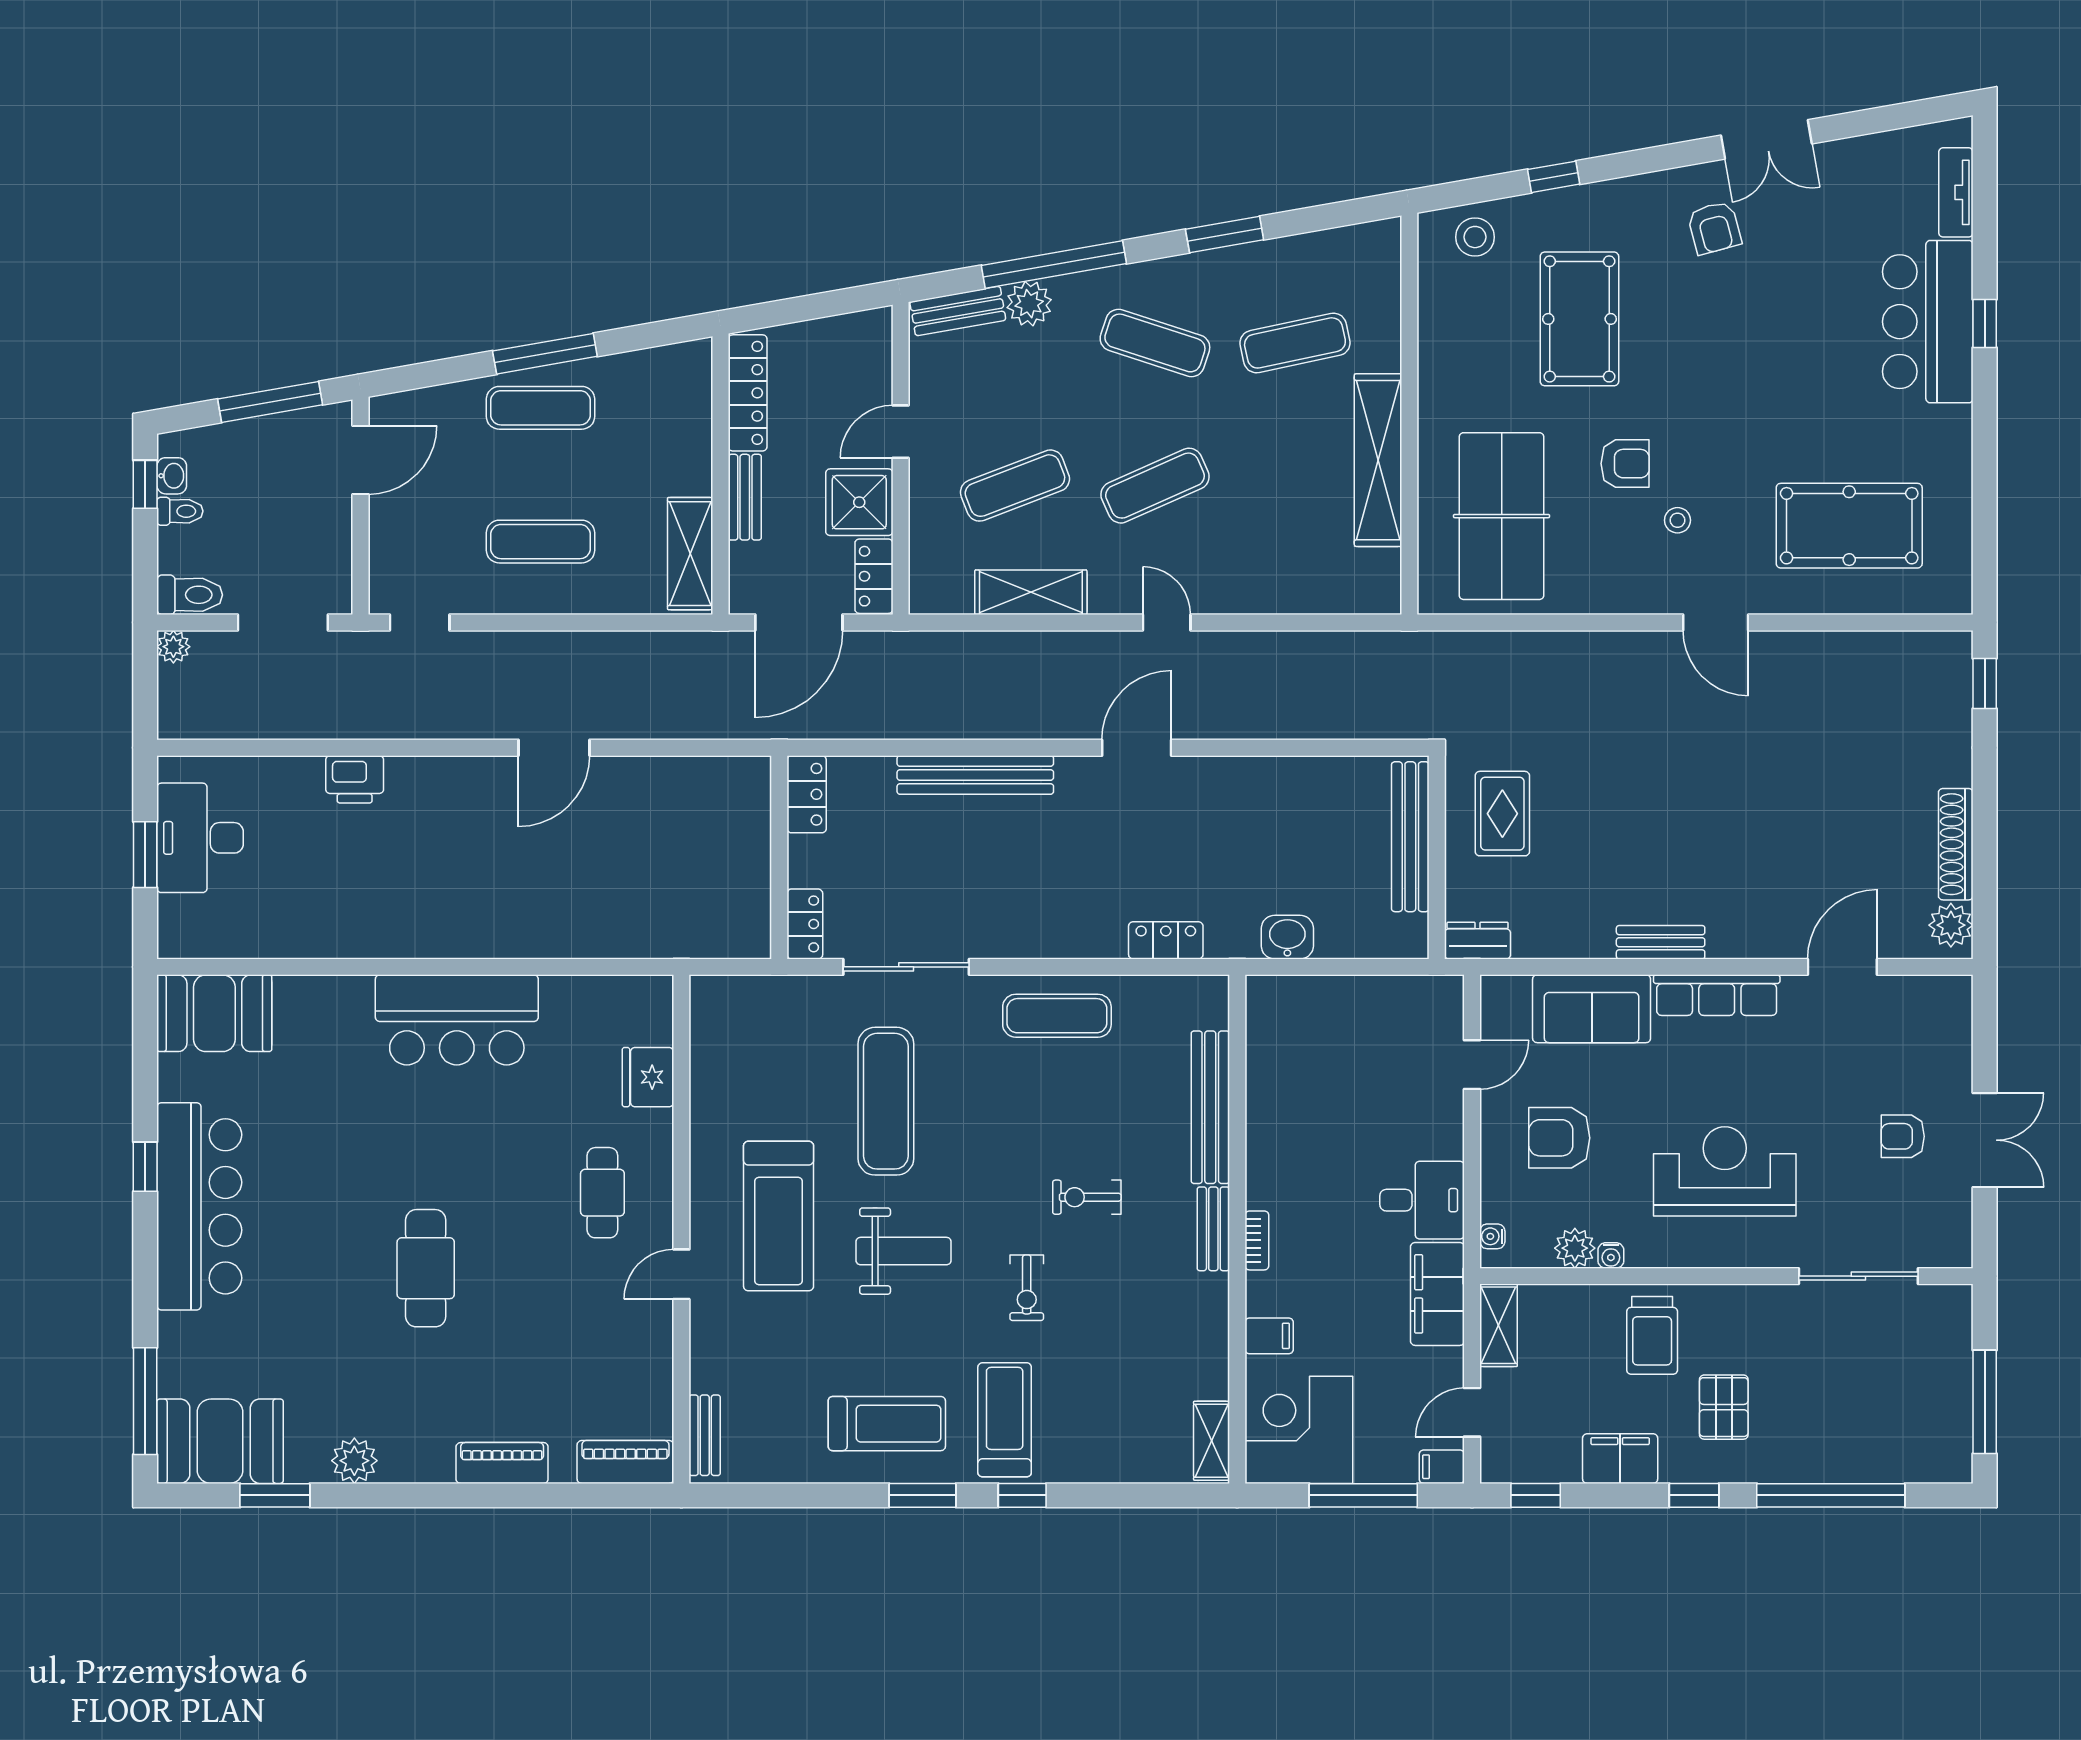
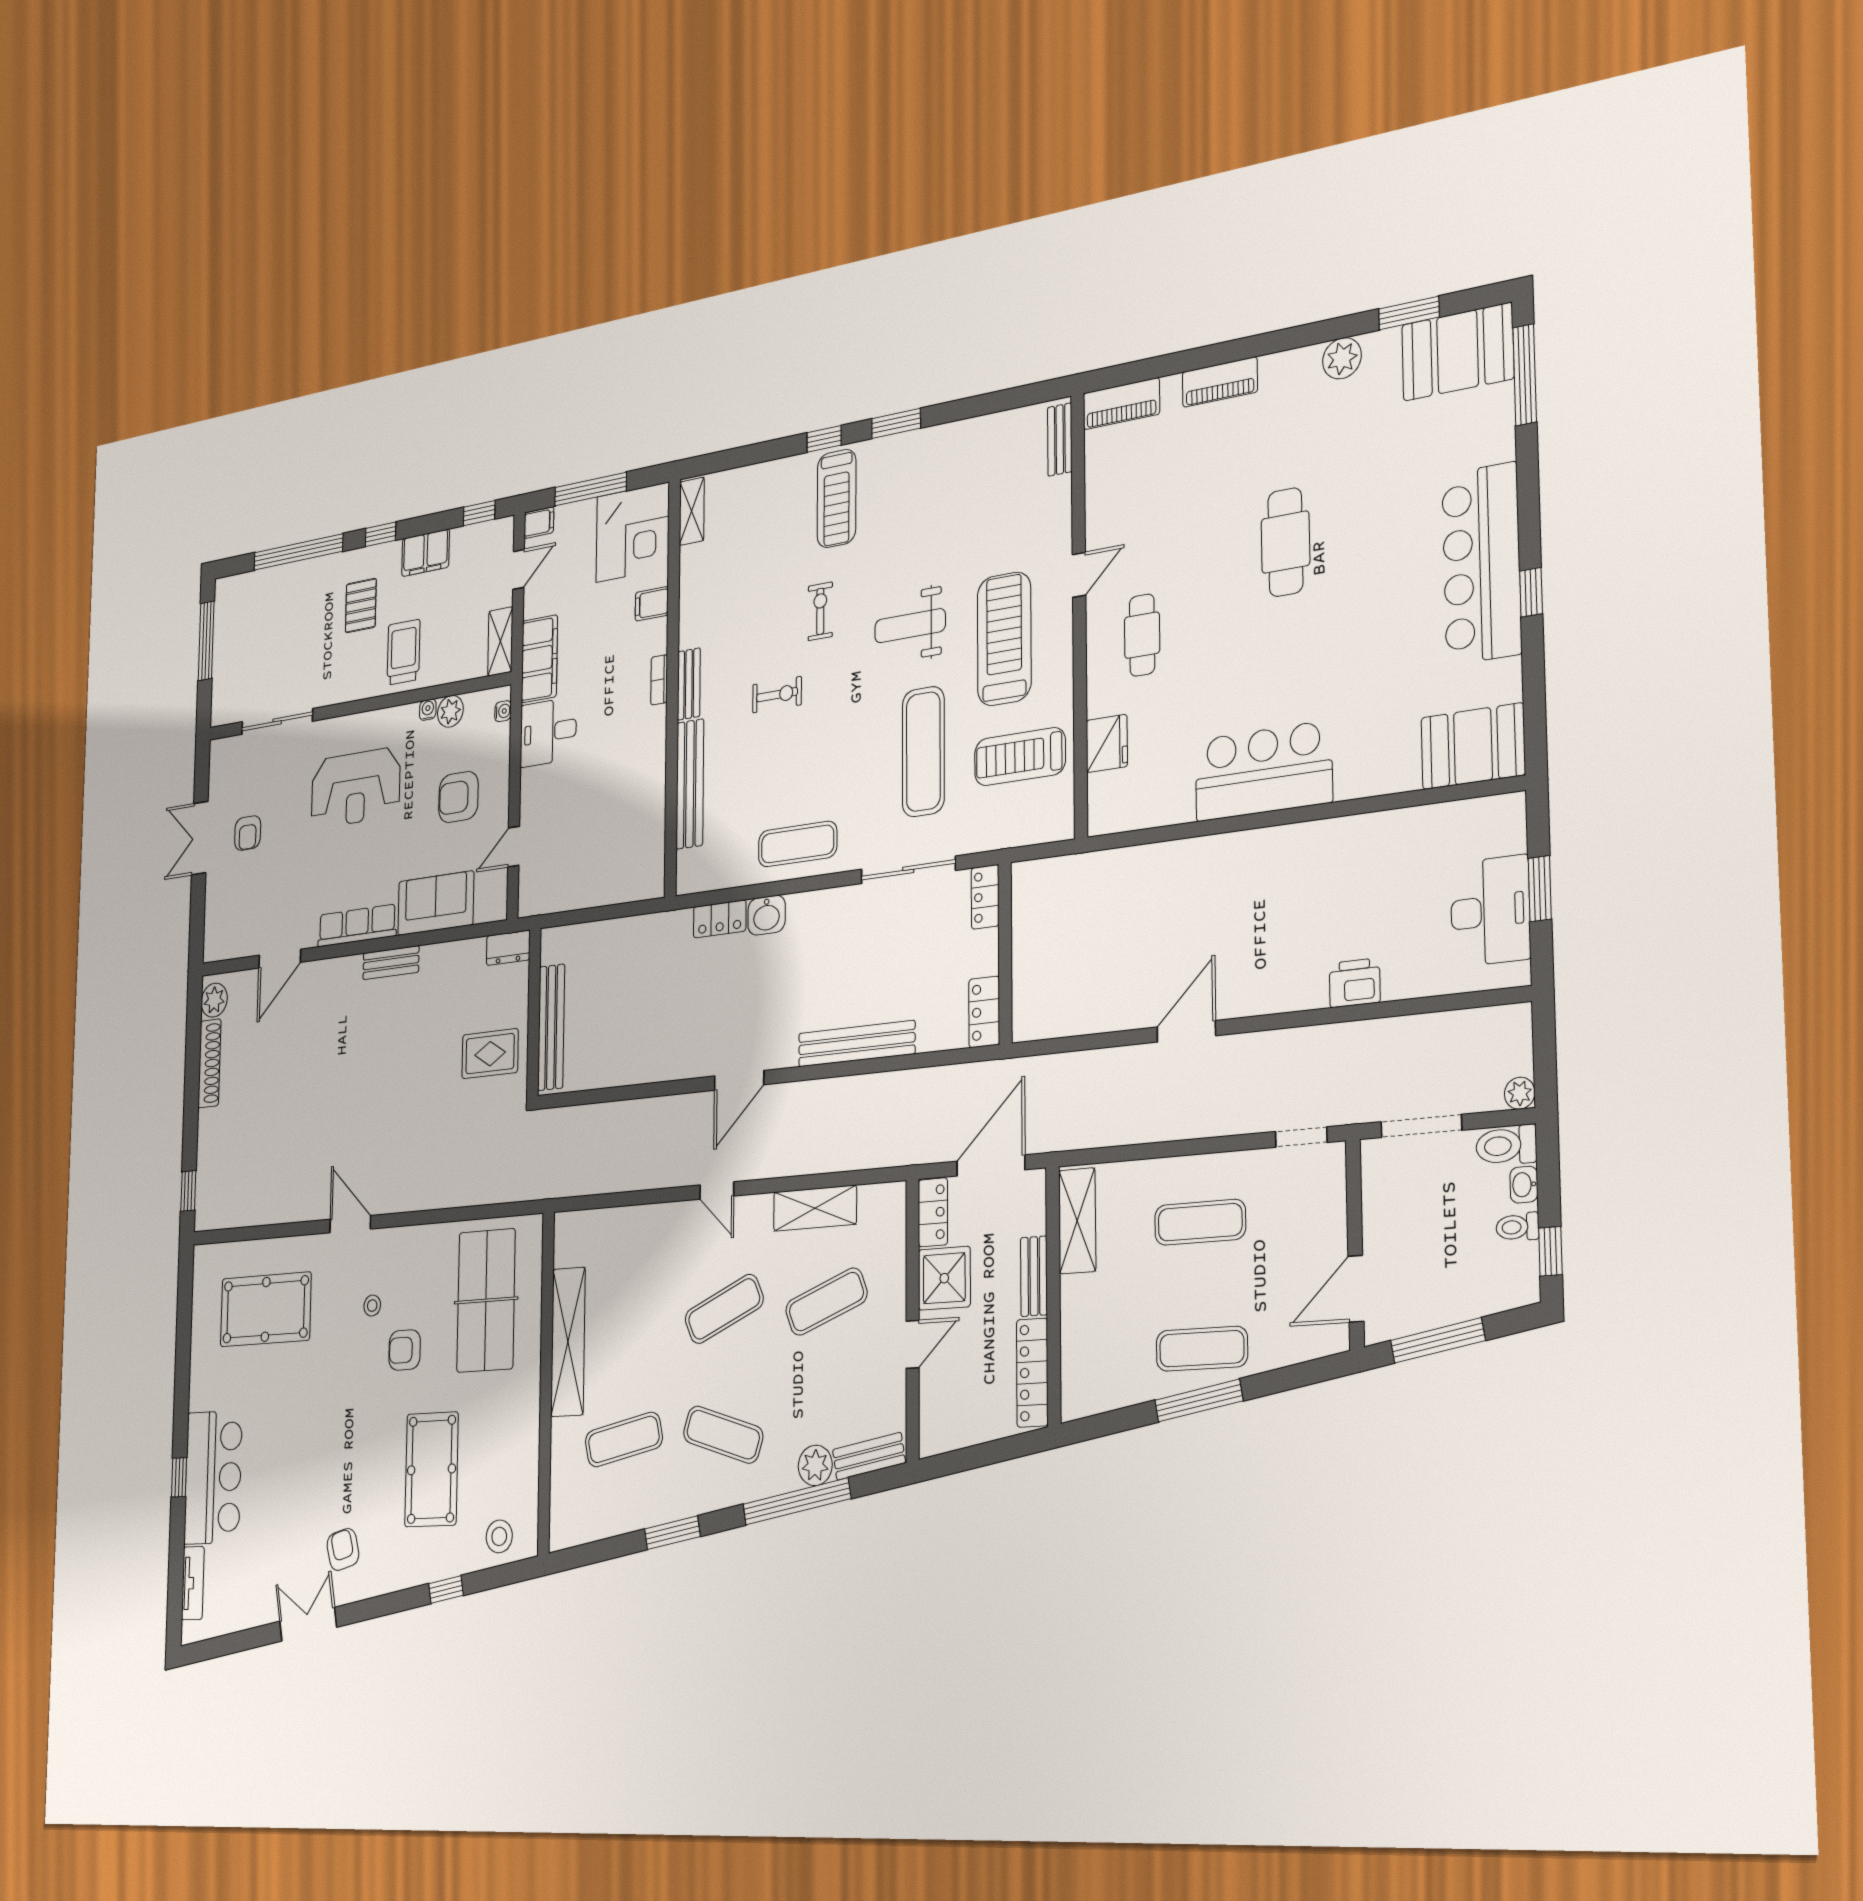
washbasin: (172, 476) -> (1524, 1185), moved
rug: (1502, 814) -> (490, 1054), turned 90
washbasin: (1287, 937) -> (767, 915), moved
armchair: (1903, 1136) -> (248, 833), turned 90
armchair: (1559, 1138) -> (458, 797), turned 180
treadmill: (887, 1424) -> (1020, 757), moved

